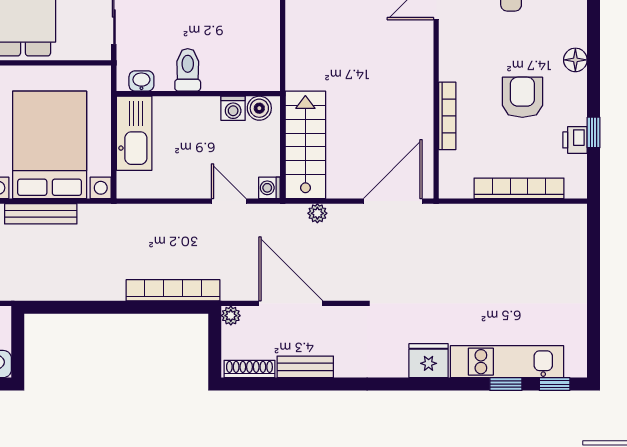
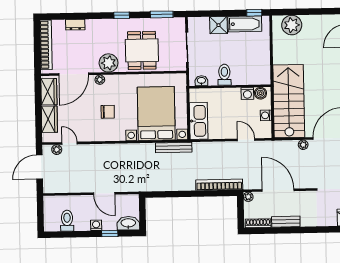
kitchen sink: (134, 133) -> (199, 121), moved
stairs: (305, 145) -> (289, 101), width x1.36, depth x1.51
washing machine: (269, 188) -> (266, 115), moved
plant: (317, 213) -> (303, 145), moved
bench: (41, 214) -> (174, 147), moved

